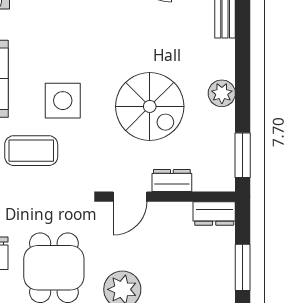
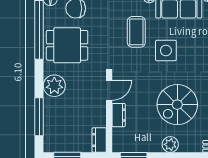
spiral stairs: (150, 106) -> (177, 105), moved
door: (130, 197) -> (109, 90), swing flipped

